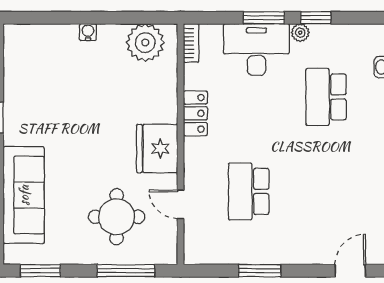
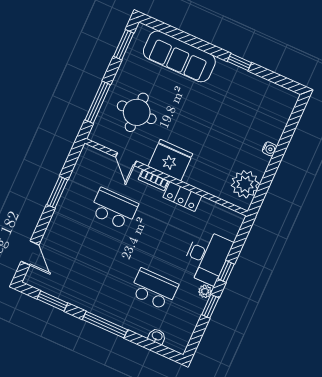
window: (264, 18) -> (226, 271), width x0.67
bookcase: (191, 43) -> (153, 180), moved
door: (181, 204) -> (126, 159), swing flipped

